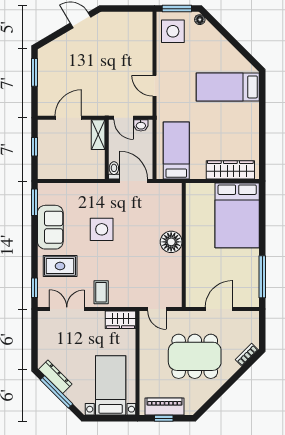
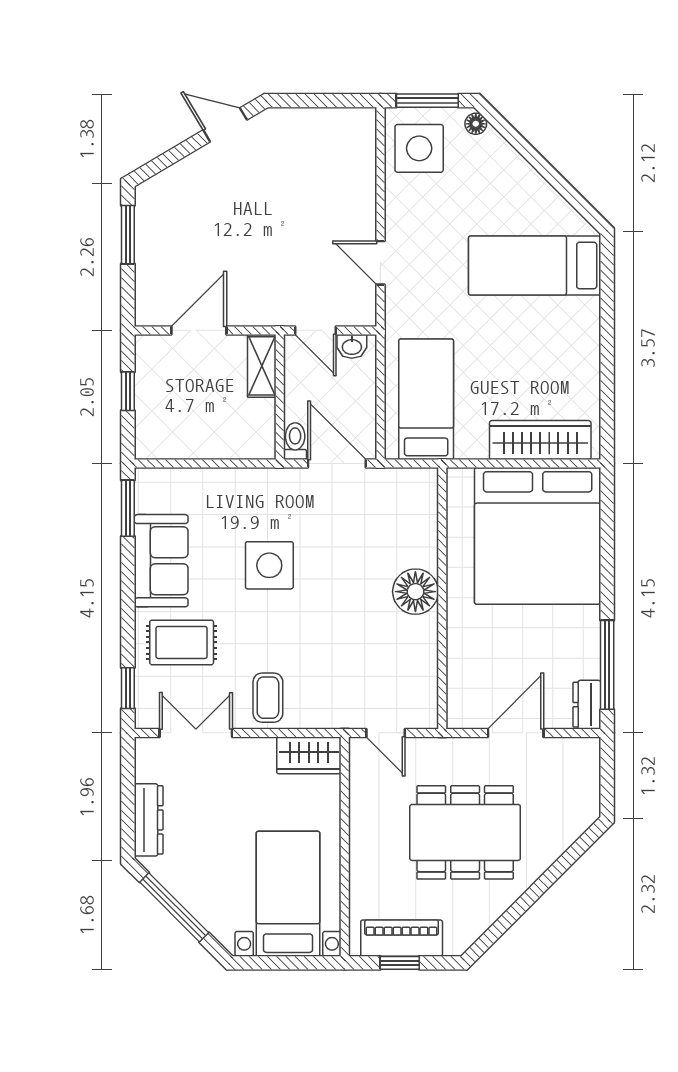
bed: (237, 215) -> (538, 536), width x1.36
dresser: (253, 296) -> (587, 705), added
bookcase: (247, 355) -> (575, 829), removed
dresser: (55, 377) -> (149, 820), moved, turned 45

